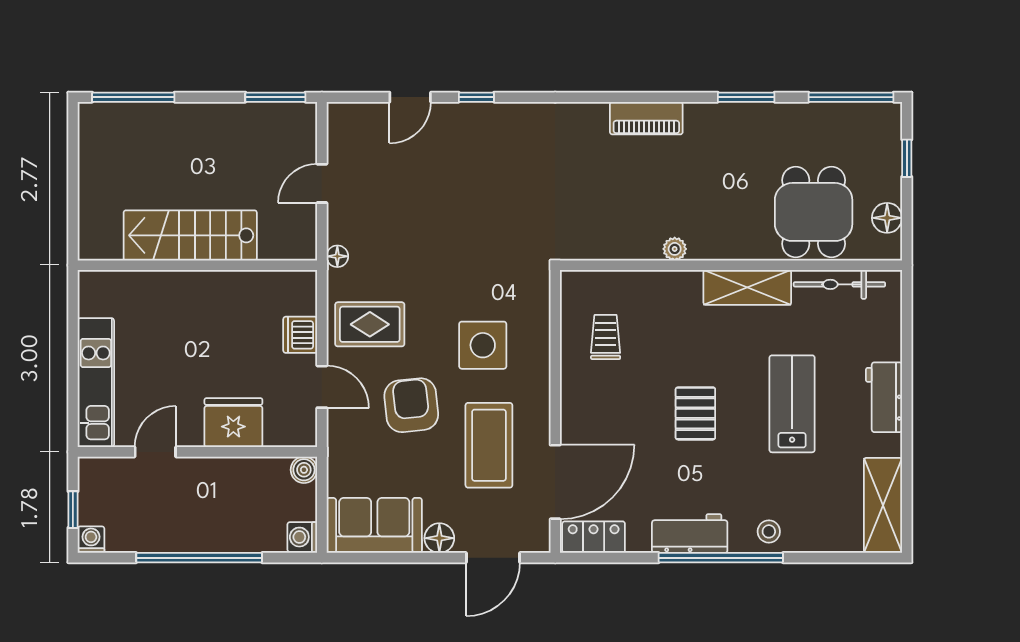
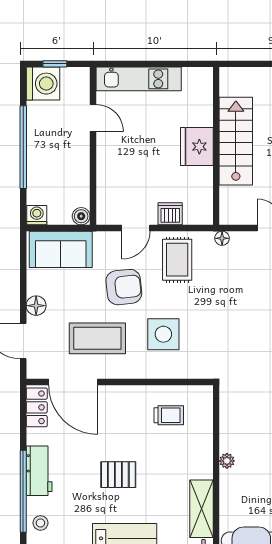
fridge: (233, 423) -> (197, 147), moved, turned 180
sofa: (374, 525) -> (61, 249), moved, turned 90
washing machine: (91, 540) -> (43, 84), width x1.89, depth x1.89

